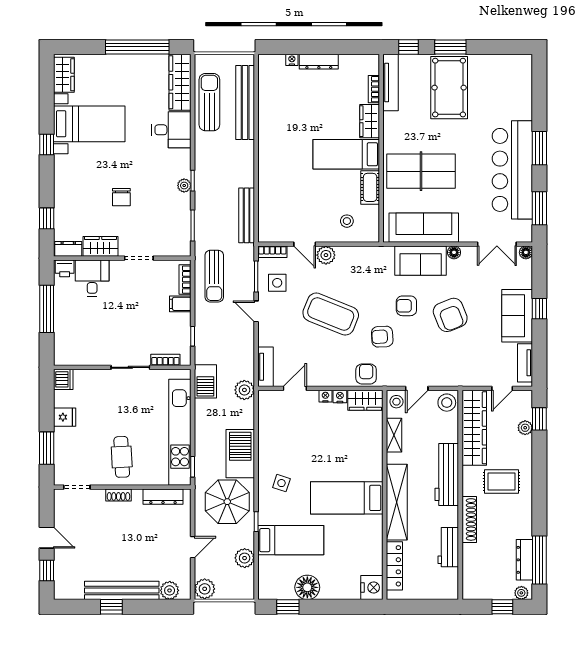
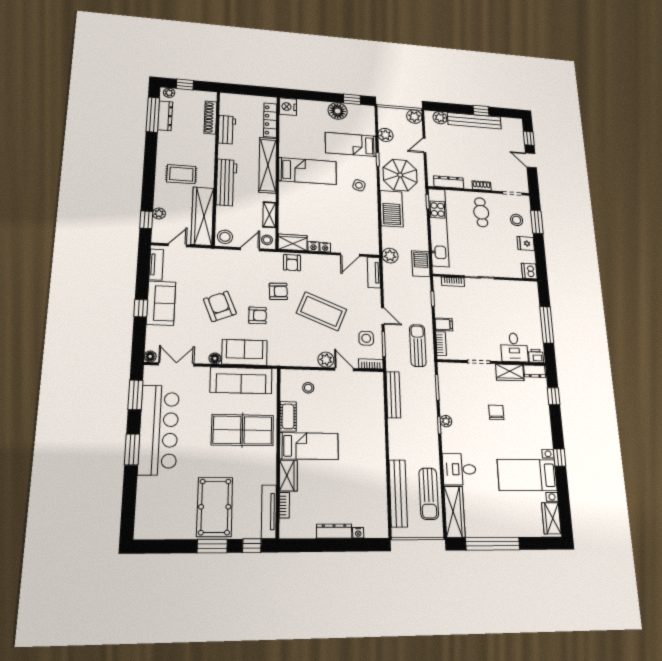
stool: (74, 449) -> (517, 220), added
shoe rack: (469, 519) -> (210, 117), moved

